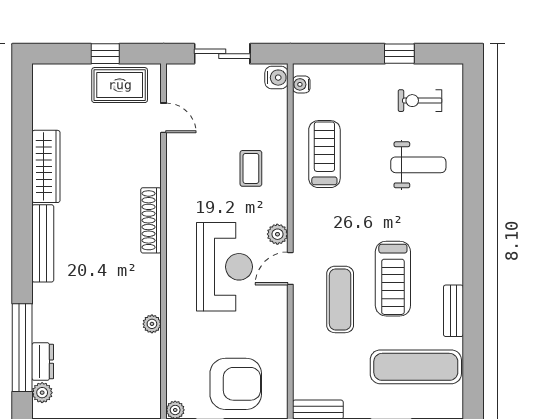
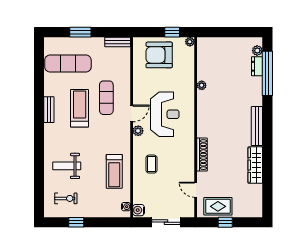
shoe rack: (151, 220) -> (202, 155), moved
reception desk: (224, 267) -> (165, 114), turned 180
bench: (453, 311) -> (49, 110), moved

